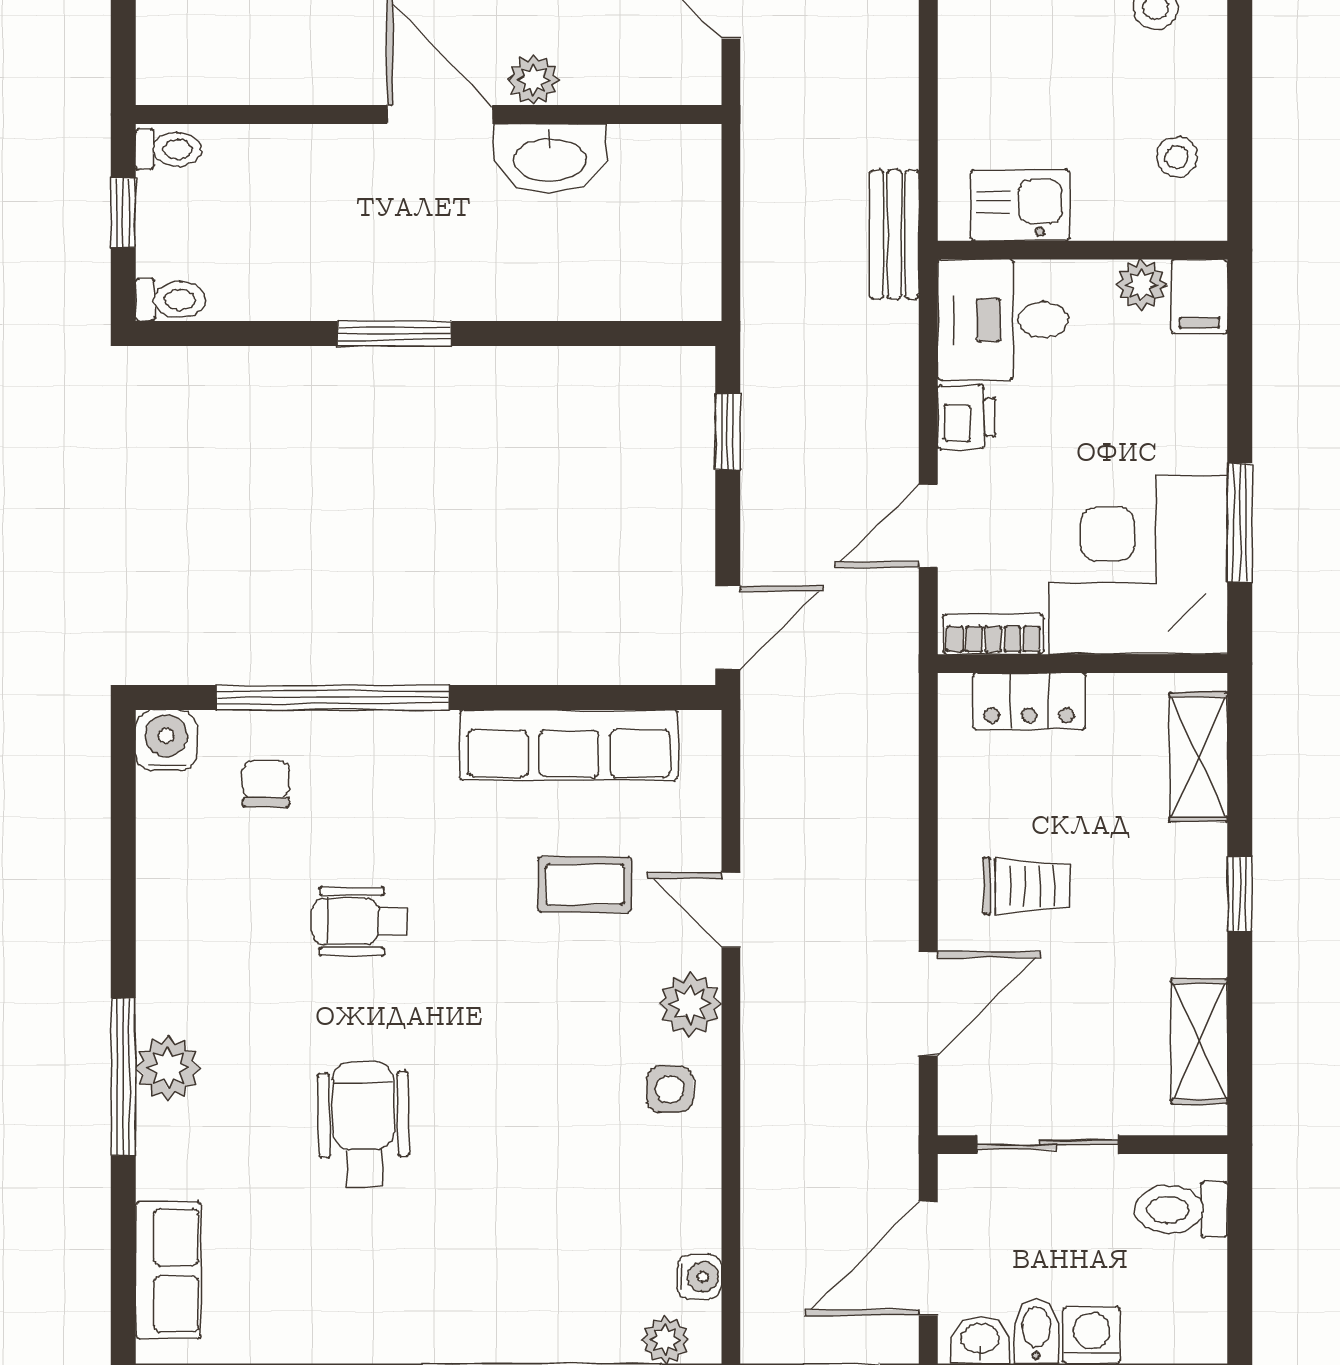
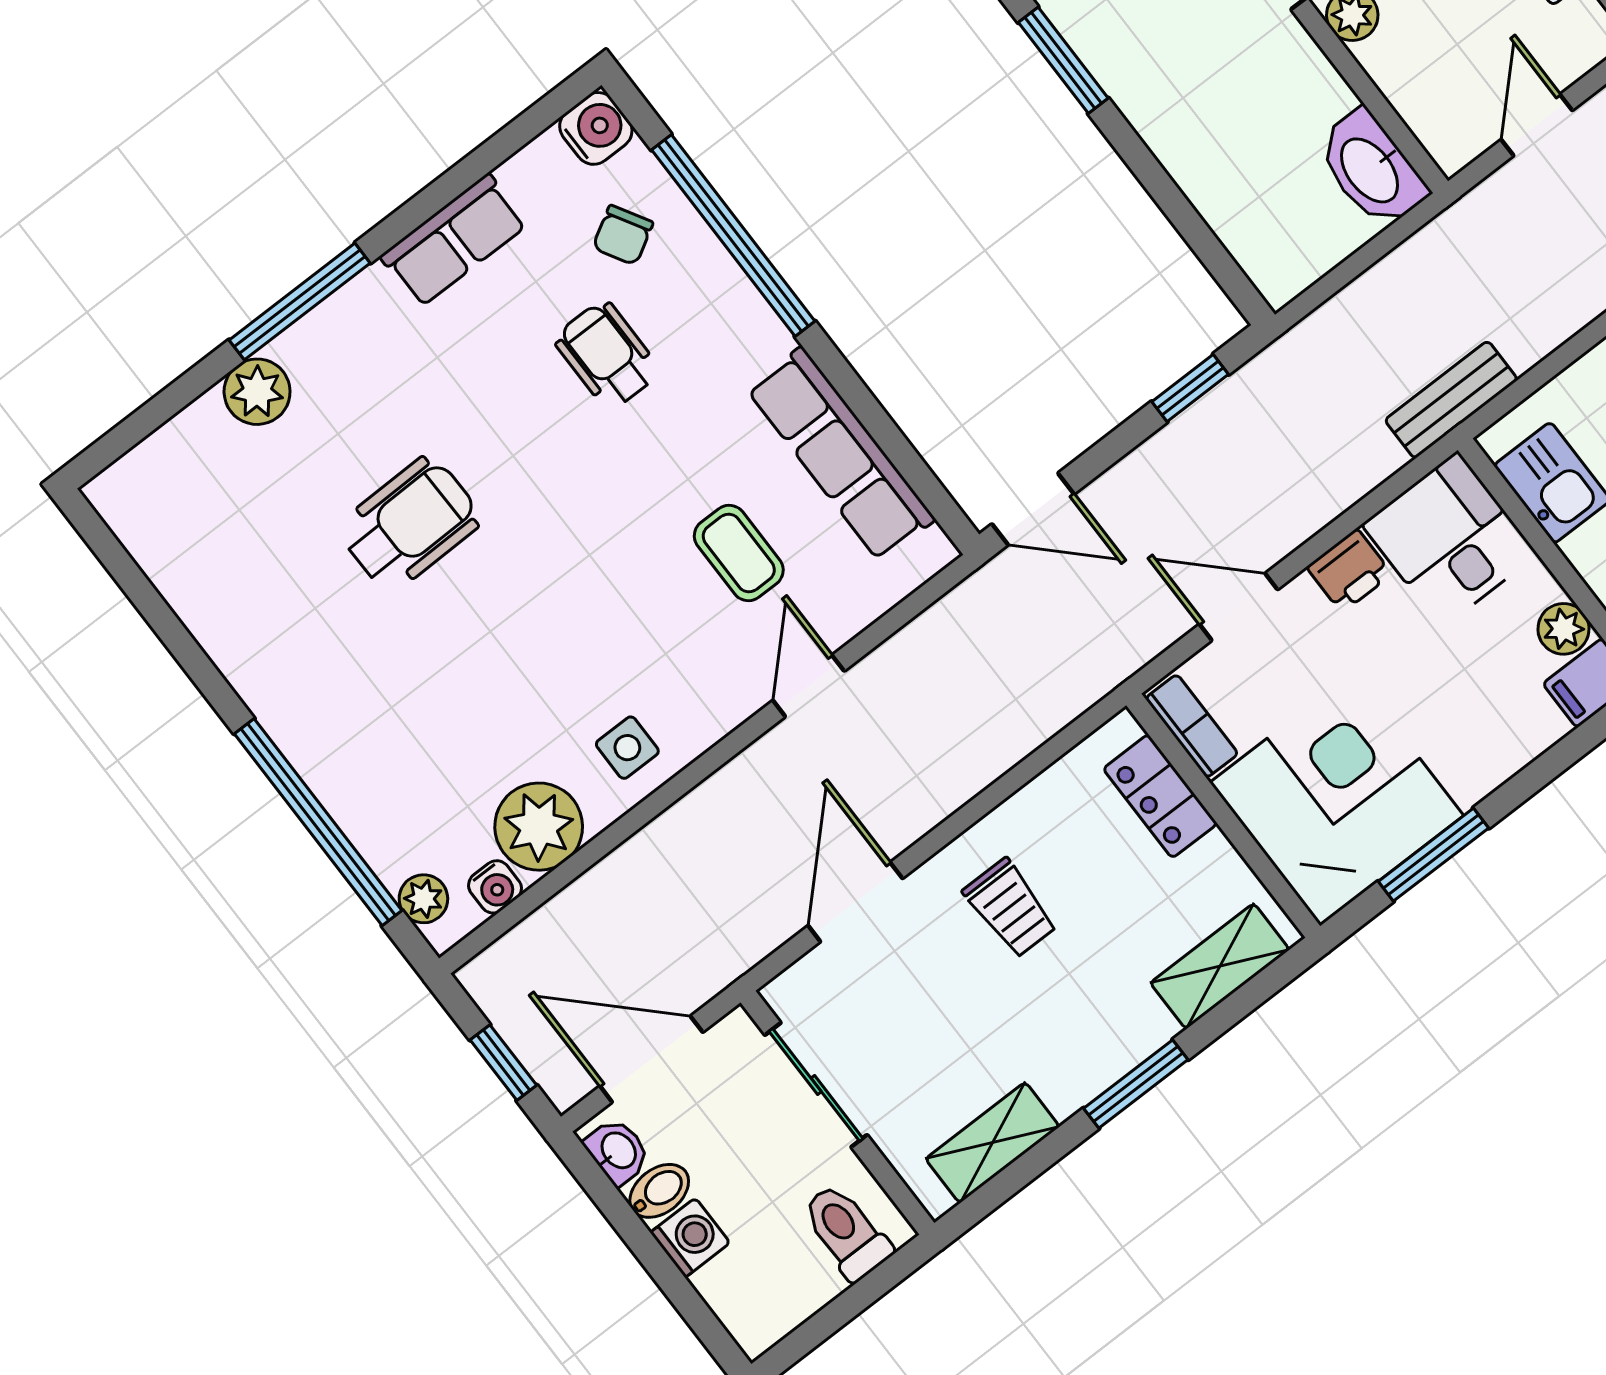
washbasin: (550, 158) -> (1371, 169), moved
chair: (266, 784) -> (623, 235), turned 150
window: (1240, 894) -> (1136, 1084), width x1.50
wheelchair: (359, 921) -> (607, 355), moved
plant: (690, 1004) -> (539, 827), moved, width x1.36, depth x1.36
door: (928, 1004) -> (855, 902), swing flipped
plant: (168, 1068) -> (257, 392), moved
row of seats: (168, 1270) -> (454, 240), moved

